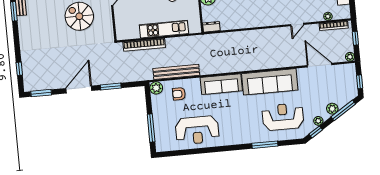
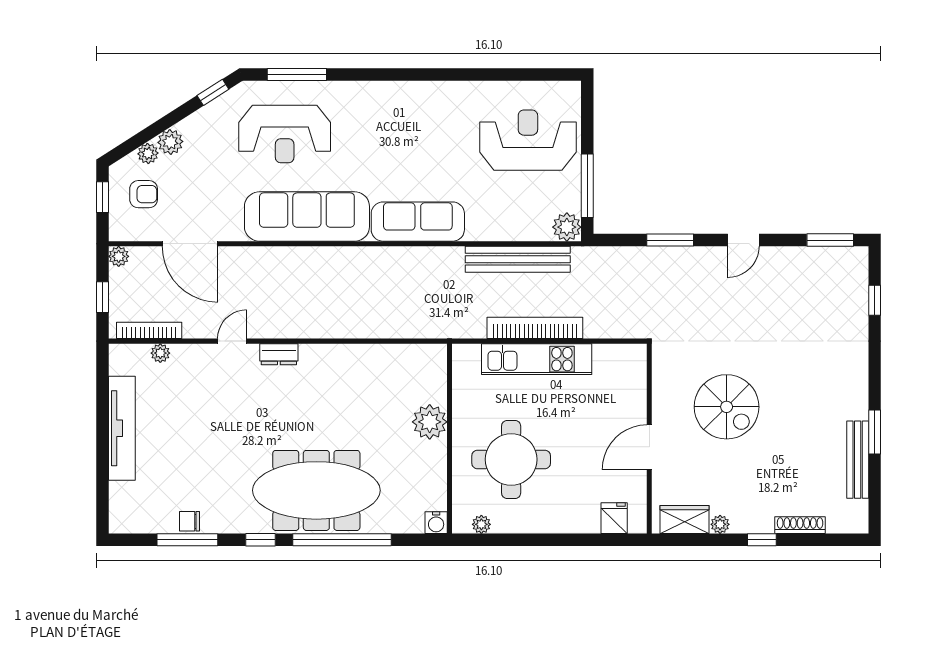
dresser: (211, 27) -> (279, 354), moved
bookcase: (144, 45) -> (535, 328), moved
door: (79, 90) -> (743, 240), width x0.53
armchair: (179, 94) -> (144, 194), moved
window: (343, 110) -> (145, 136), removed
plant: (318, 121) -> (148, 153), moved
window: (151, 128) -> (587, 186), moved
reception desk: (197, 130) -> (528, 140), moved
window: (265, 145) -> (297, 74), moved

